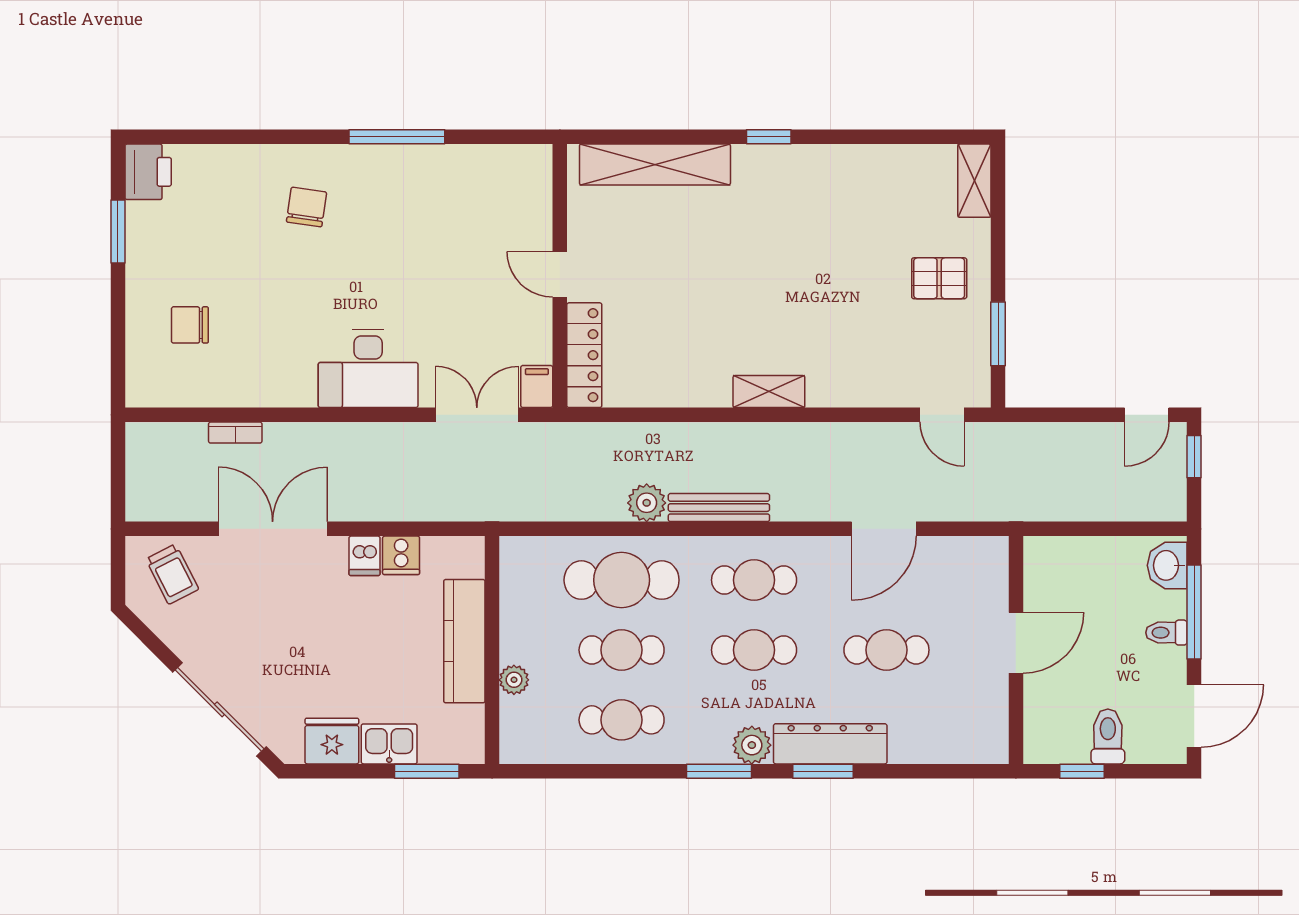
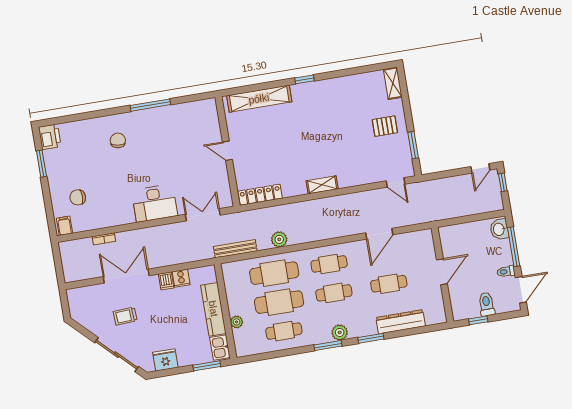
locker: (584, 355) -> (260, 195), moved, turned -90
filing cabinet: (537, 387) -> (64, 226), moved
bench: (719, 508) -> (235, 249), moved
trolley: (172, 574) -> (125, 316), moved, turned 114
toilet: (1166, 633) -> (506, 272), moved
cafe table: (622, 650) -> (279, 302), width x1.37, depth x1.35
kitchen sink: (389, 744) -> (220, 348), moved, turned -90
dresser: (830, 744) -> (401, 322), moved

